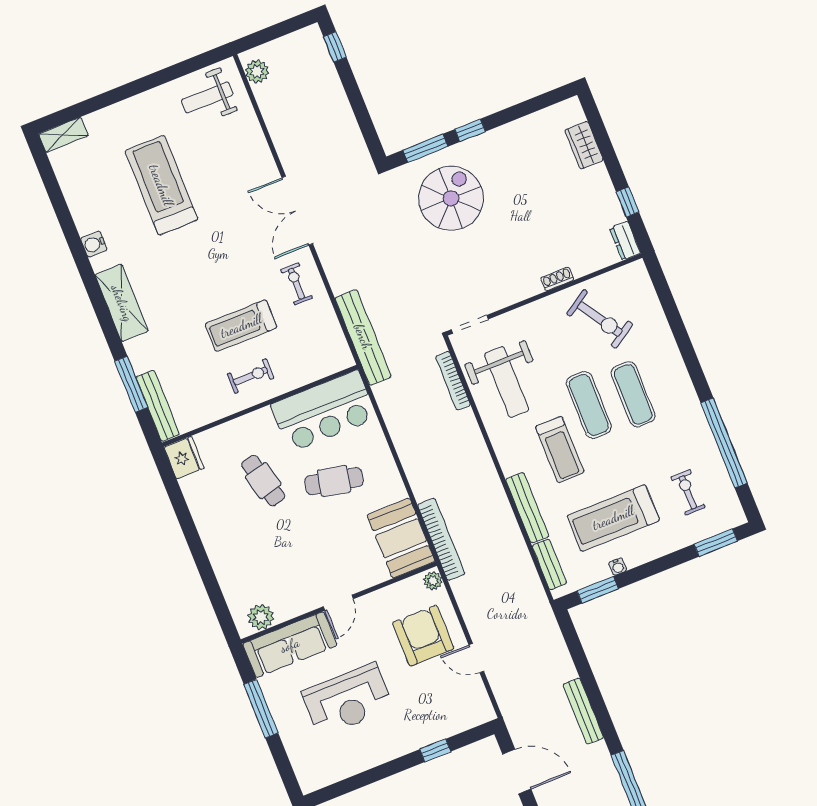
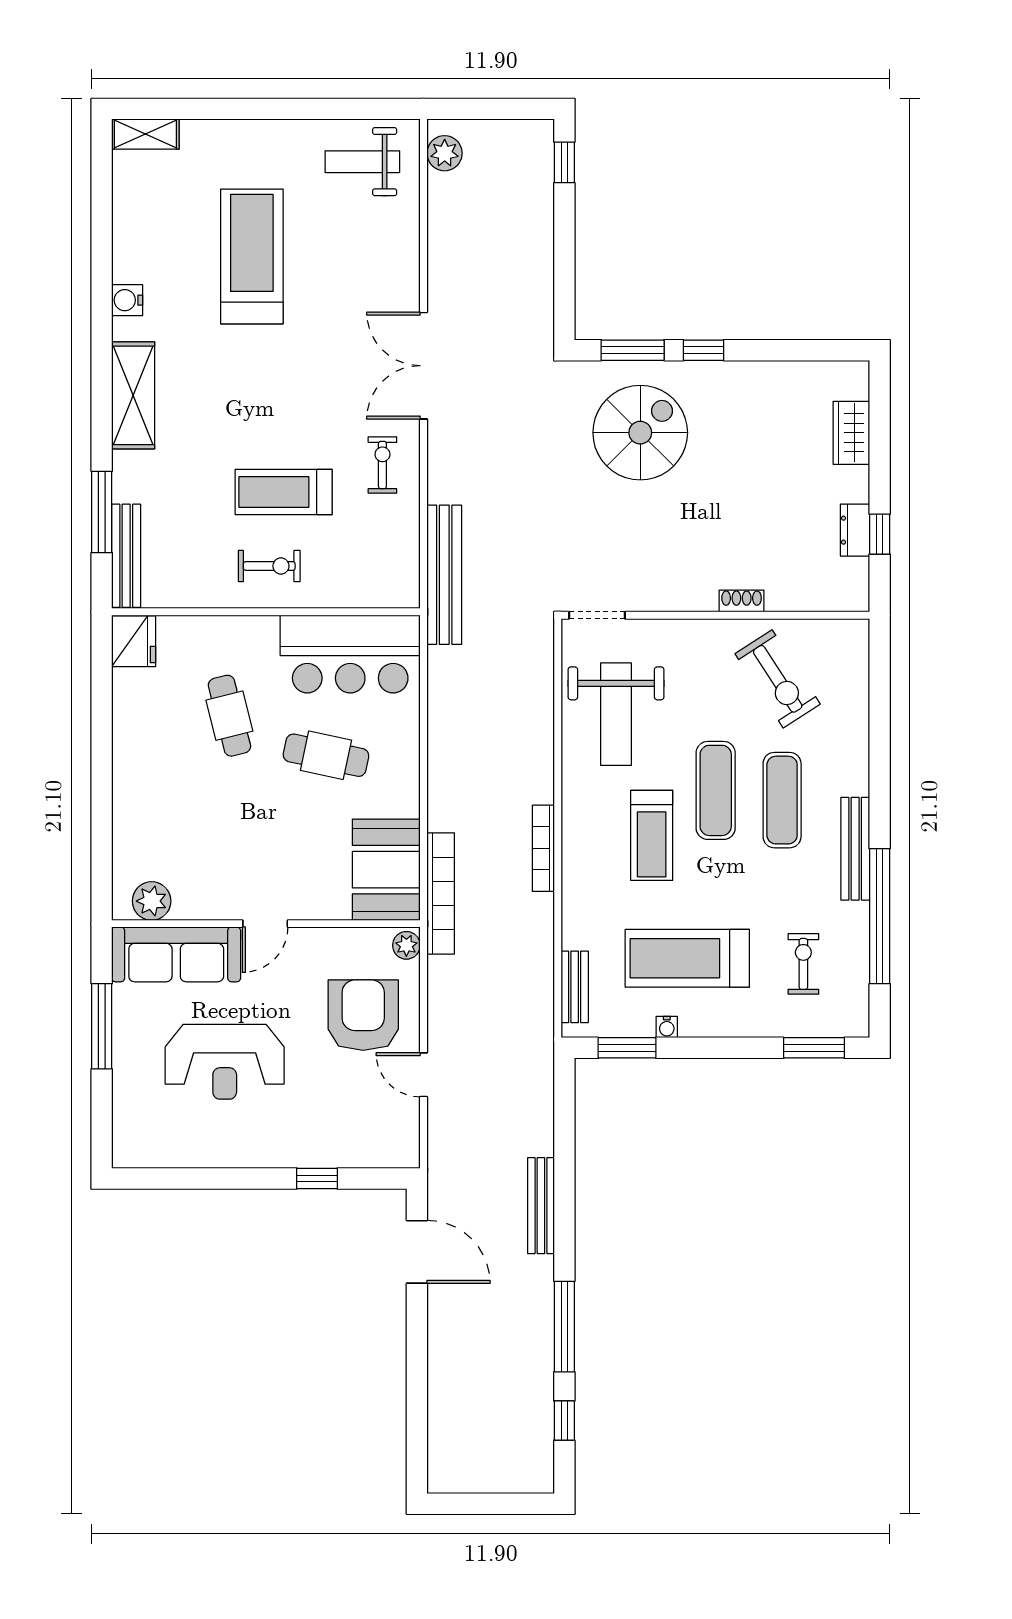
dresser: (625, 241) -> (855, 530), moved
bookcase: (453, 381) -> (543, 848), moved
bench: (527, 508) -> (855, 849), moved

